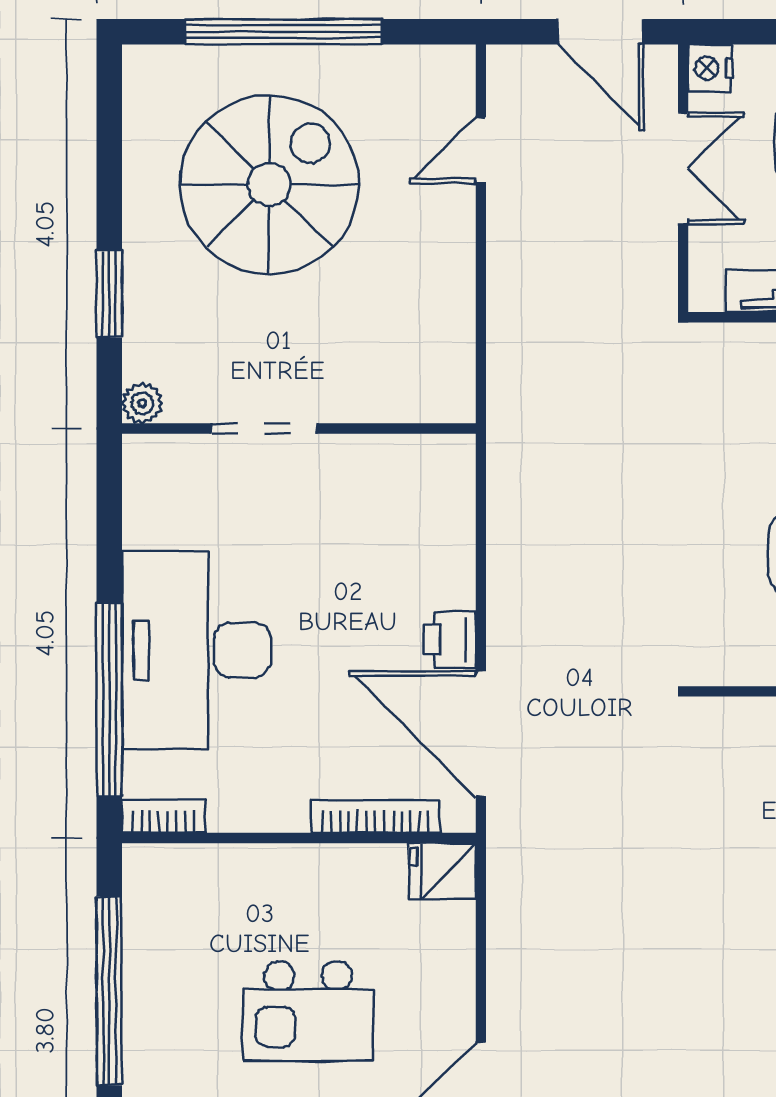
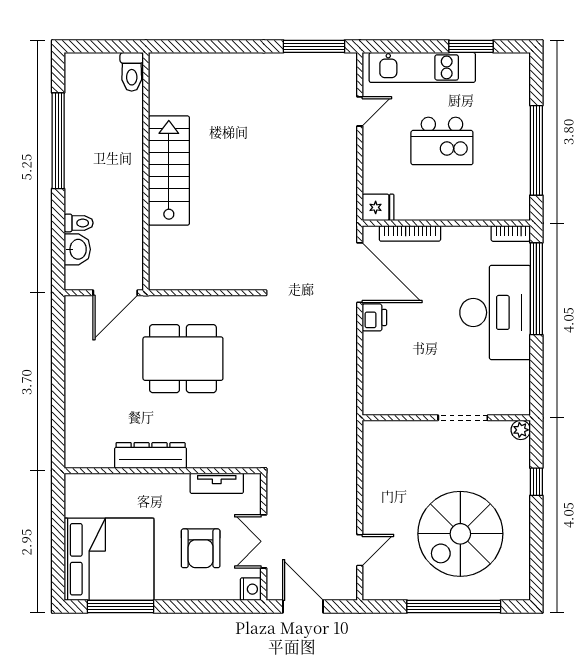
window: (109, 294) -> (536, 482), width x0.67
kitchen island: (308, 1011) -> (442, 141), turned 180

